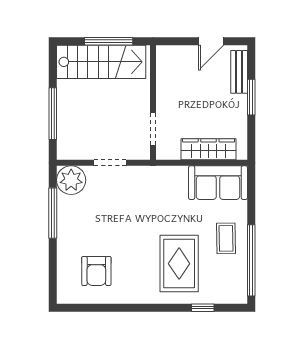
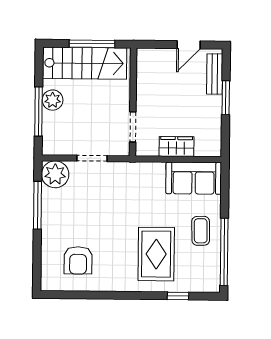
plant: (68, 101) -> (53, 100), added
wardrobe: (209, 149) -> (177, 147), width x0.67

